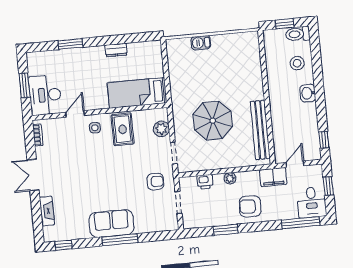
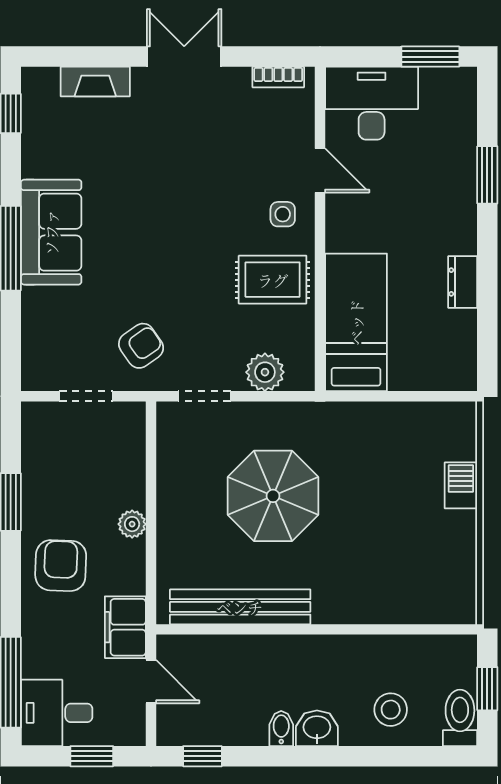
window: (25, 85) -> (430, 57), moved
bidet: (309, 108) -> (281, 729), added
armchair: (155, 182) -> (141, 346), turned -125
printer: (205, 182) -> (129, 464), removed

